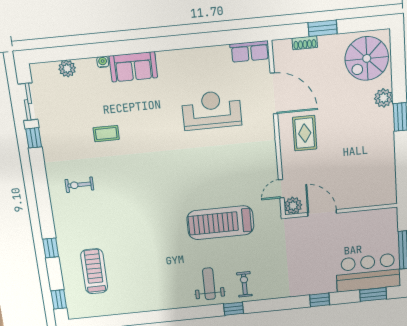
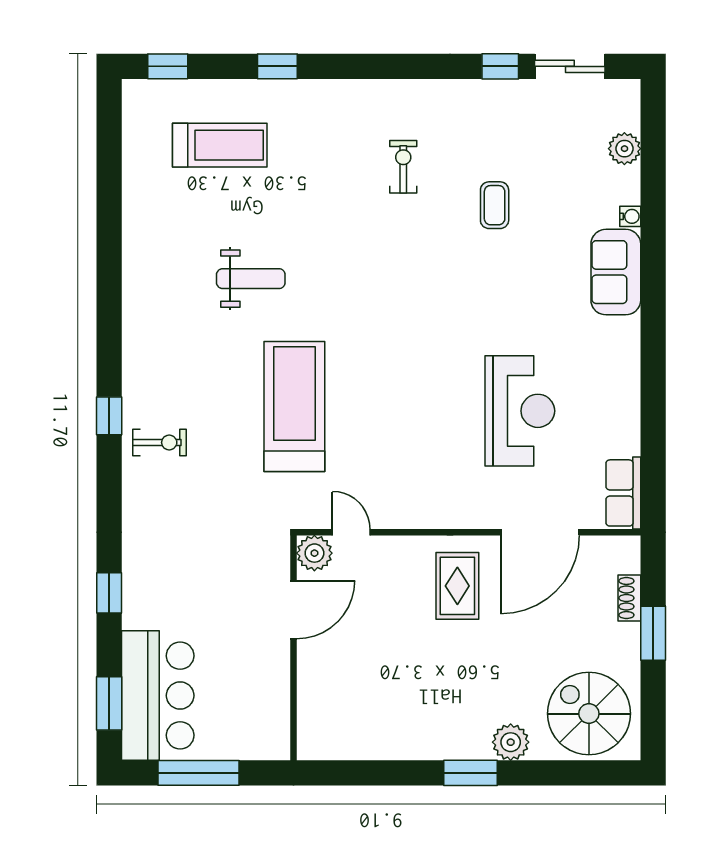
rug: (305, 133) -> (457, 586), turned 90
exercise bike: (79, 185) -> (403, 167), moved
weight bench: (209, 284) -> (251, 279), moved

